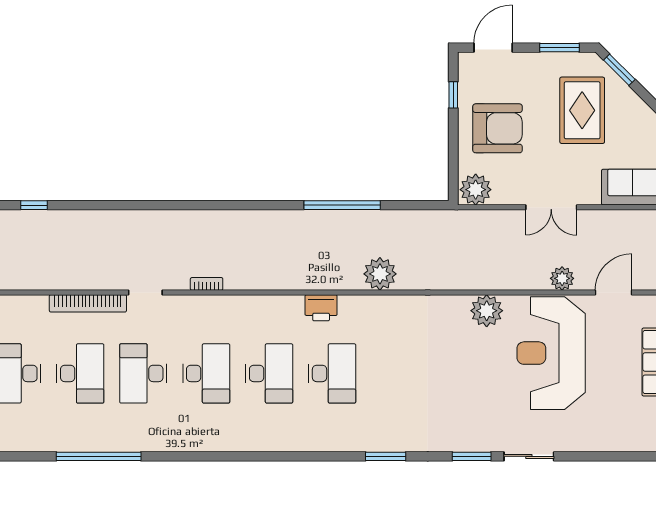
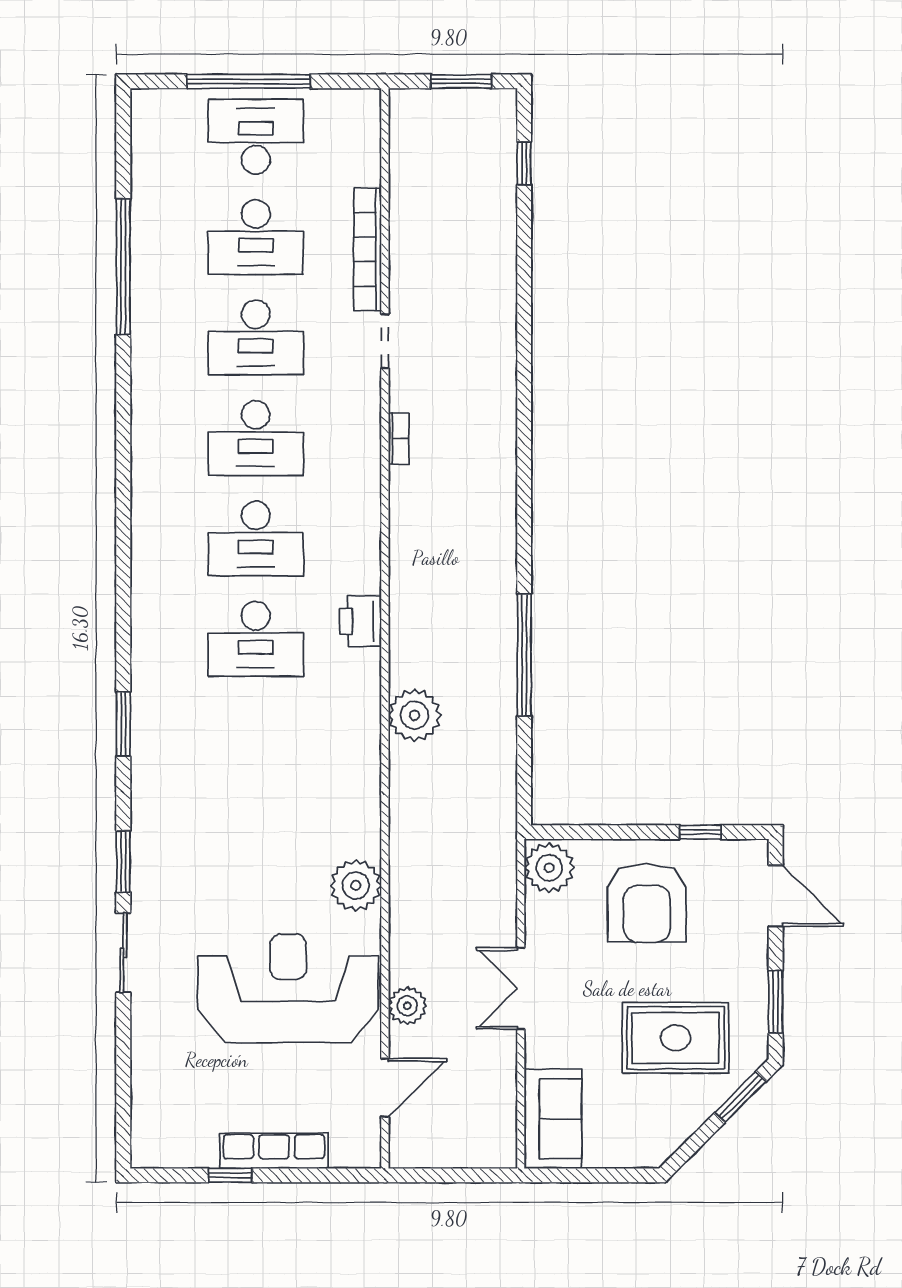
door: (613, 292) -> (385, 1088), hinge flipped
desk: (143, 373) -> (256, 338), turned 180

